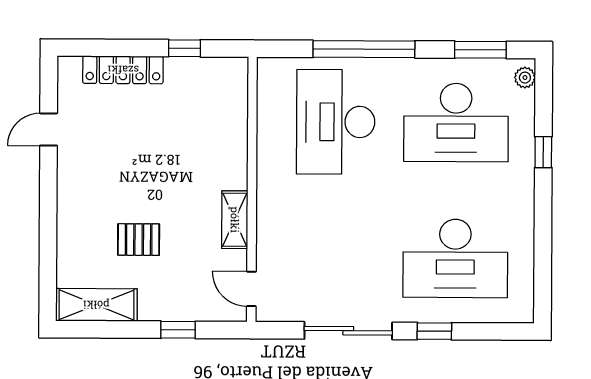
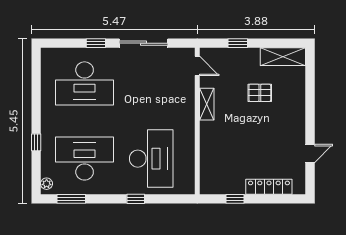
window: (364, 49) -> (136, 199), width x0.32
desk: (455, 258) -> (85, 83), turned 180

